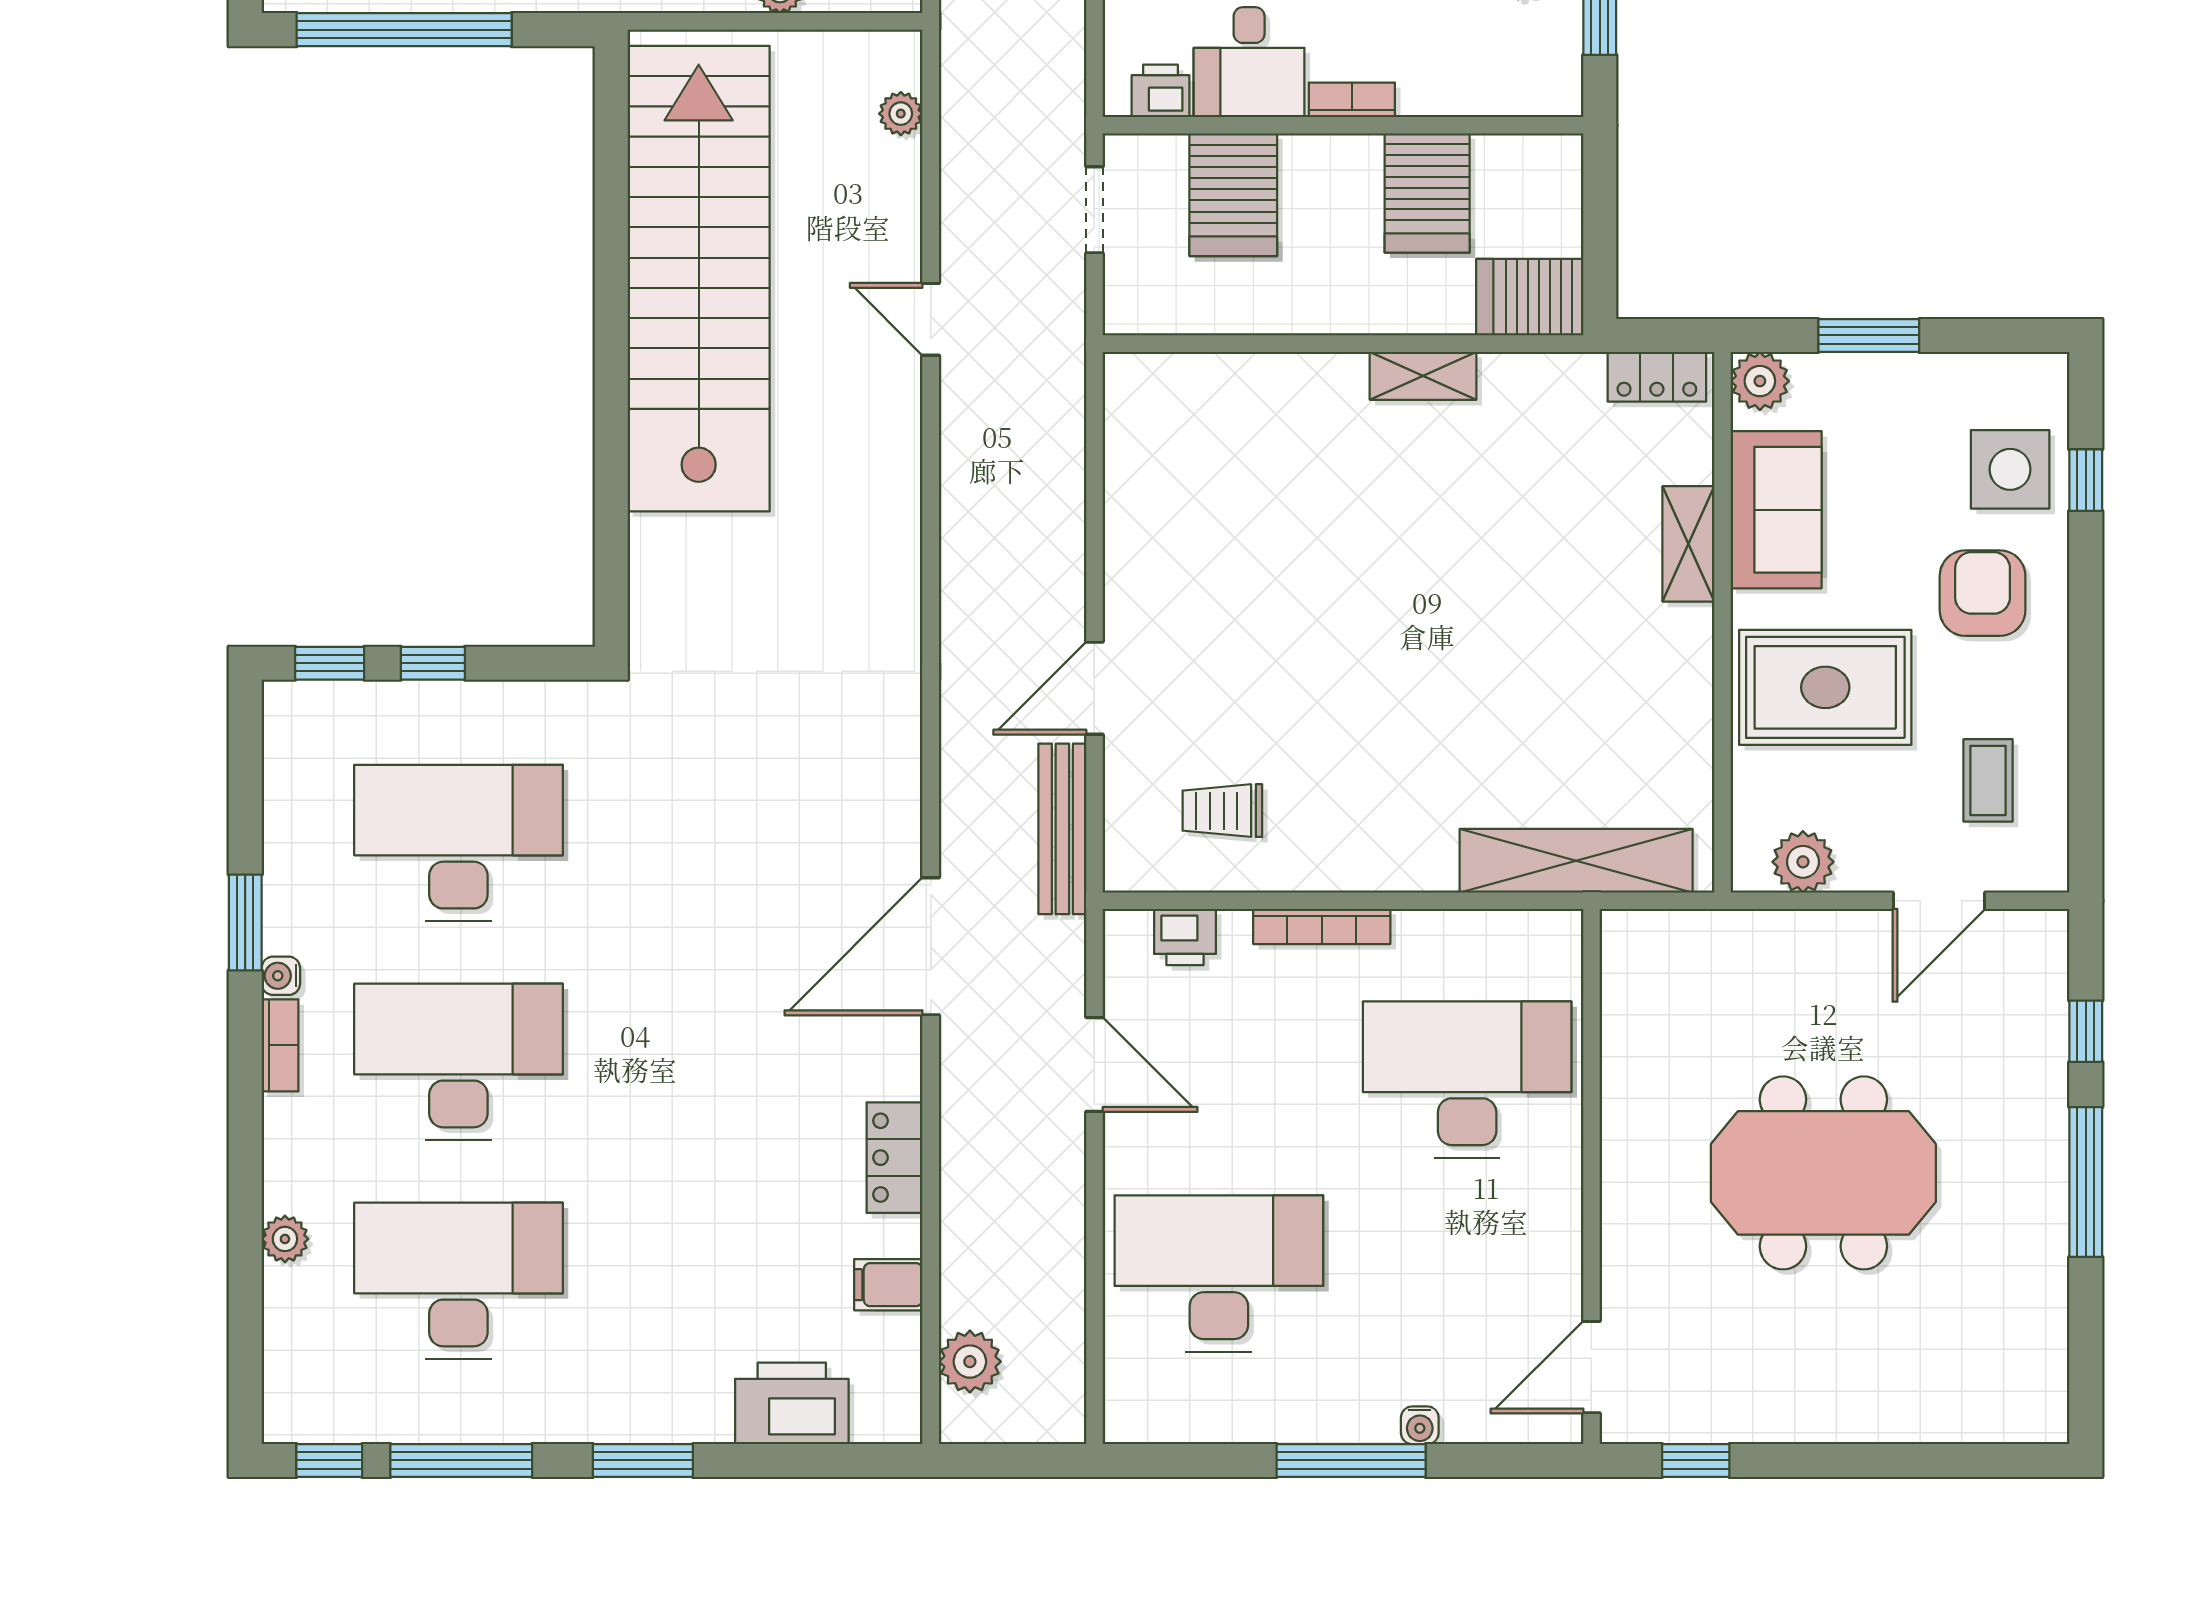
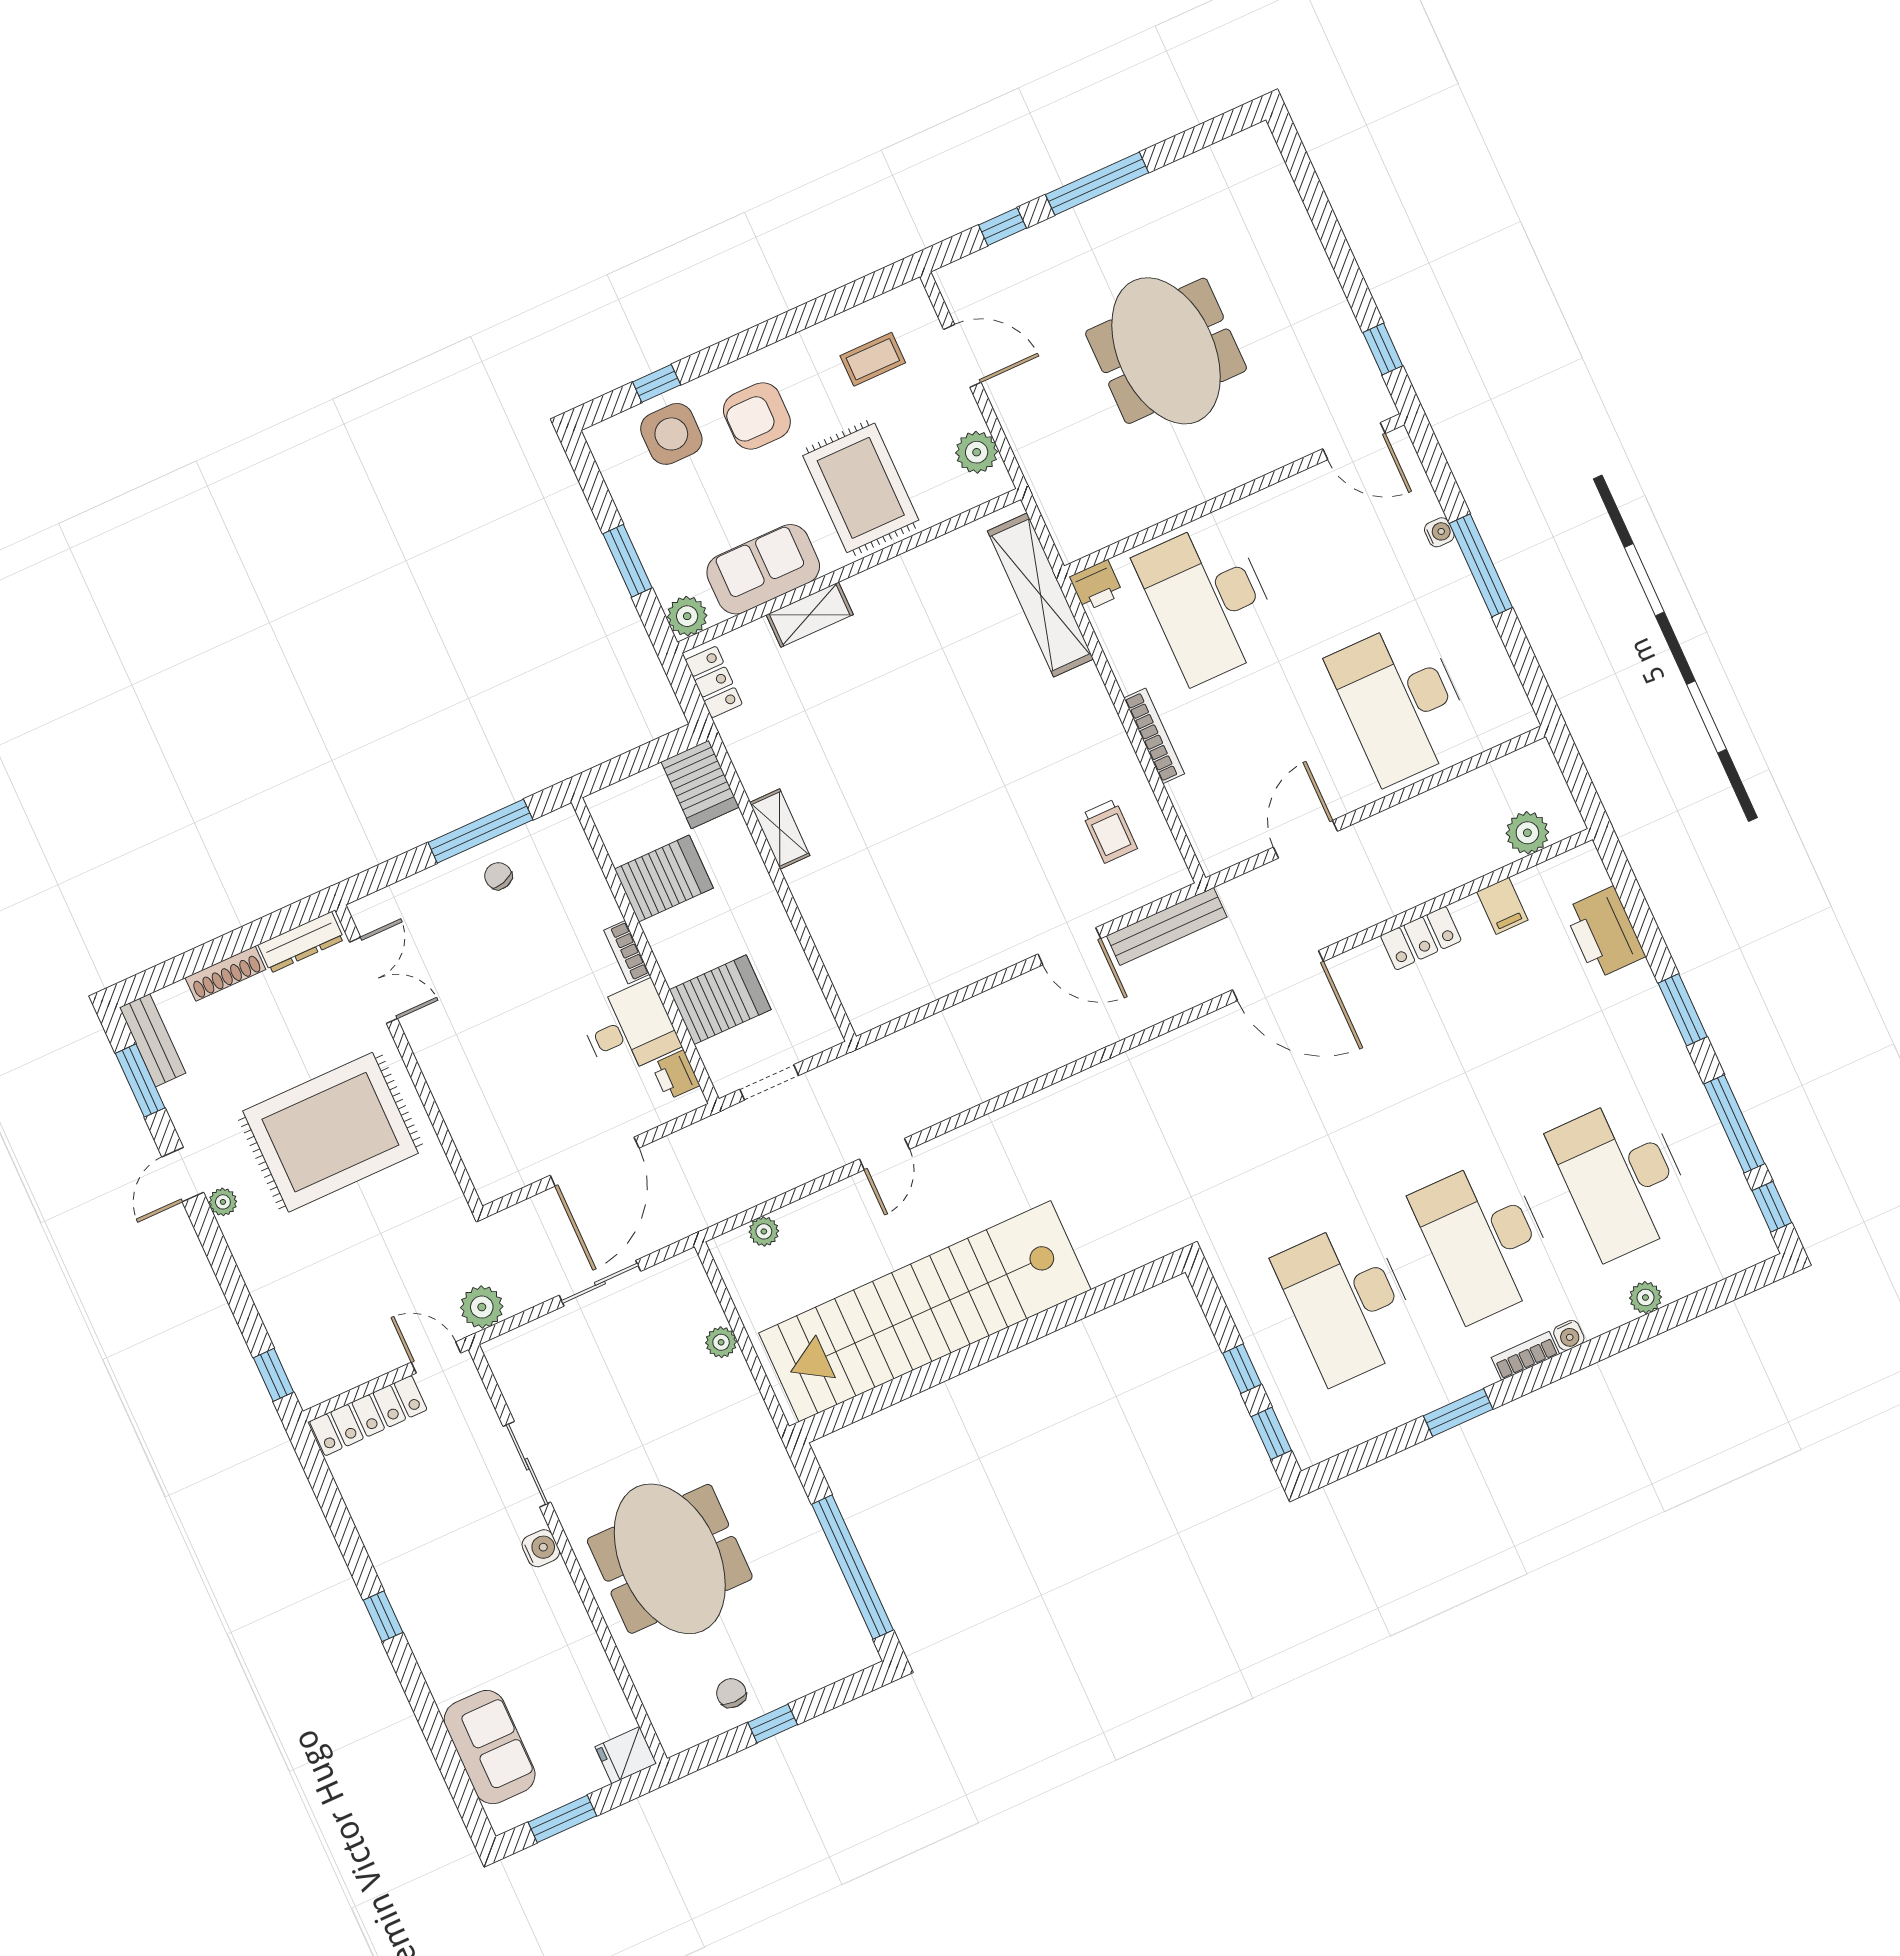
printer: (1185, 937) -> (1096, 586), moved, turned 90
water cooler: (281, 976) -> (1569, 1335), moved

